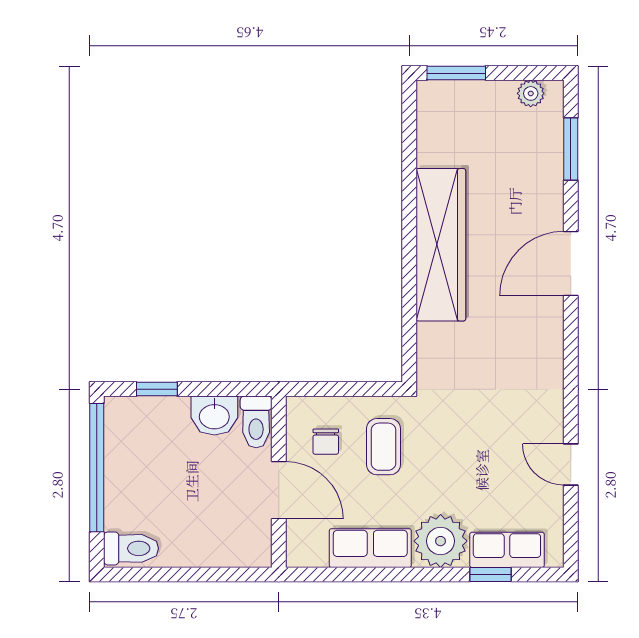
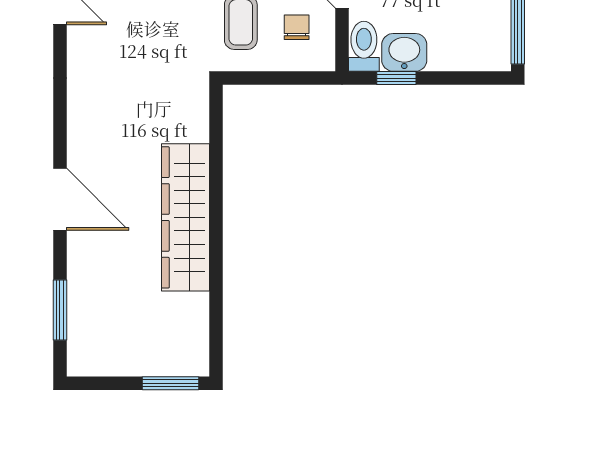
plant: (531, 93) -> (99, 364), removed
door: (571, 264) -> (60, 199), hinge flipped
window: (157, 389) -> (396, 78), moved

